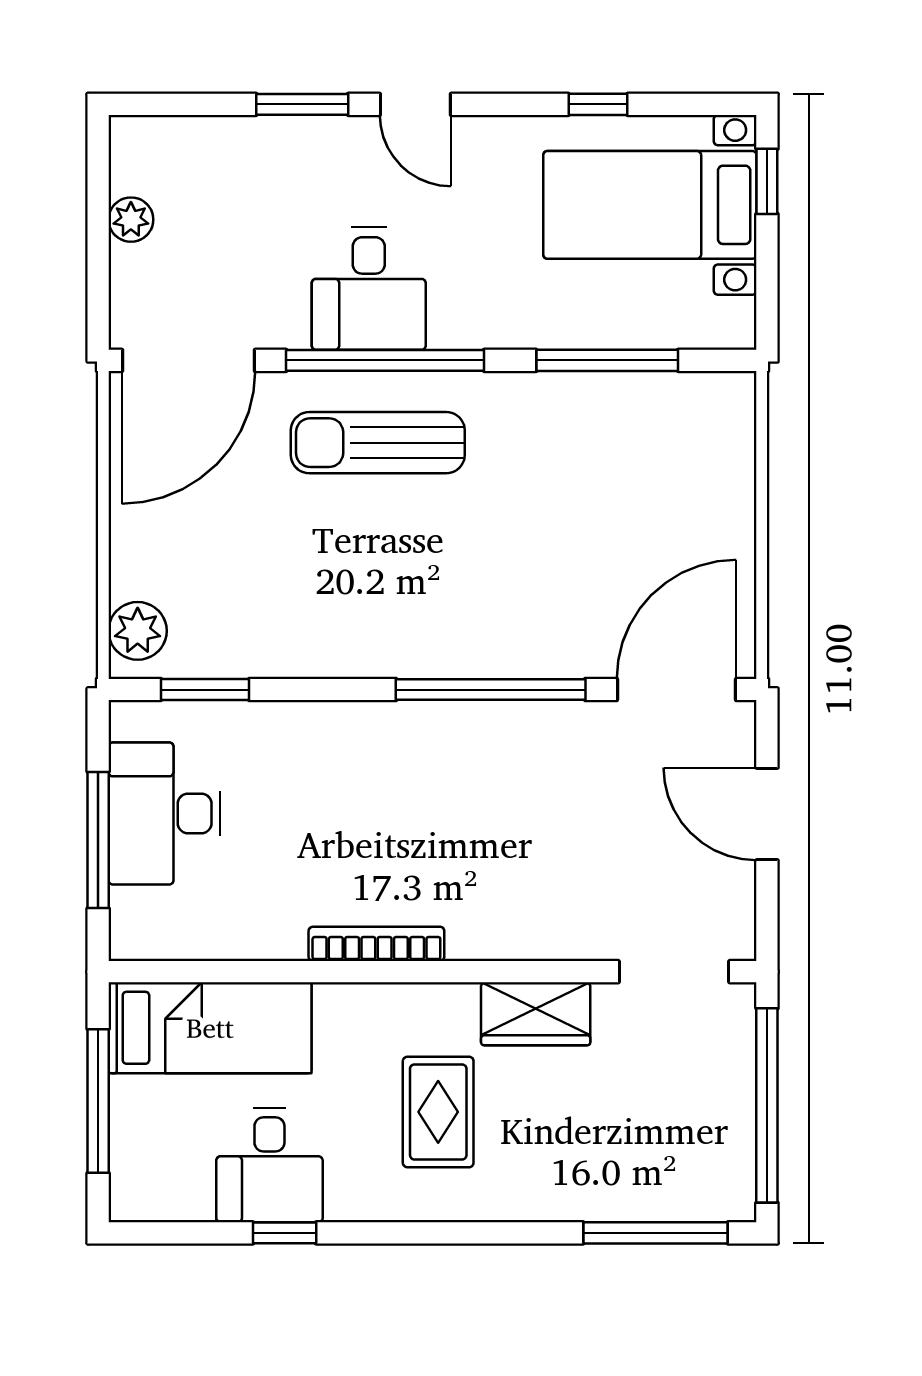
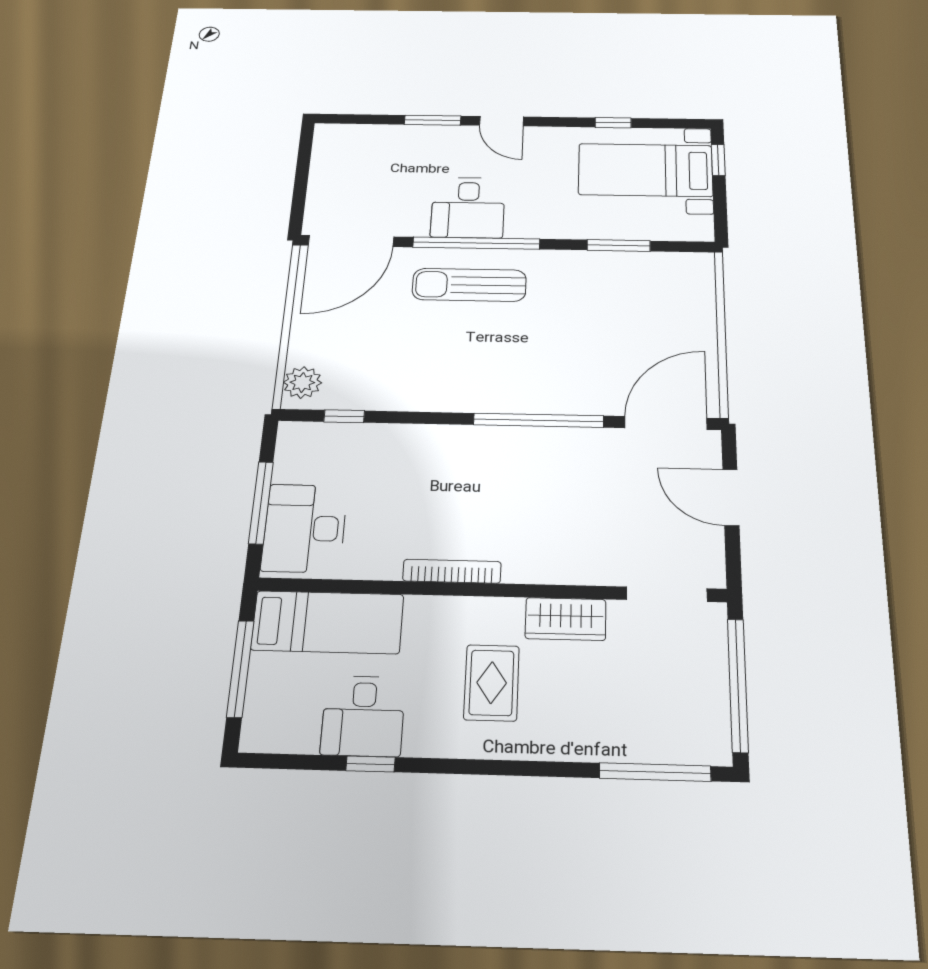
plant: (131, 220) -> (322, 172), removed
window: (607, 360) -> (619, 245), width x0.69
window: (205, 690) -> (344, 416), width x0.67
desk: (164, 813) -> (305, 528), moved

